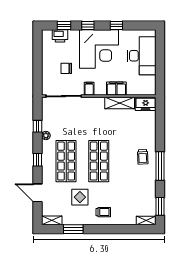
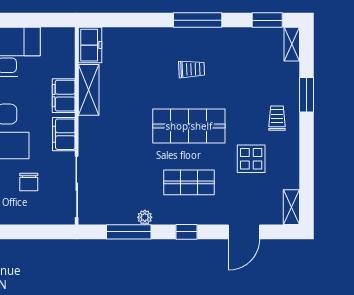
filing cabinet: (89, 89) -> (64, 134), width x2.00
window: (37, 126) -> (129, 232), width x2.17
trolley: (143, 157) -> (192, 69), moved
shop shelf: (66, 161) -> (189, 182), width x0.70, depth x0.74
window: (73, 229) -> (306, 95), moved

